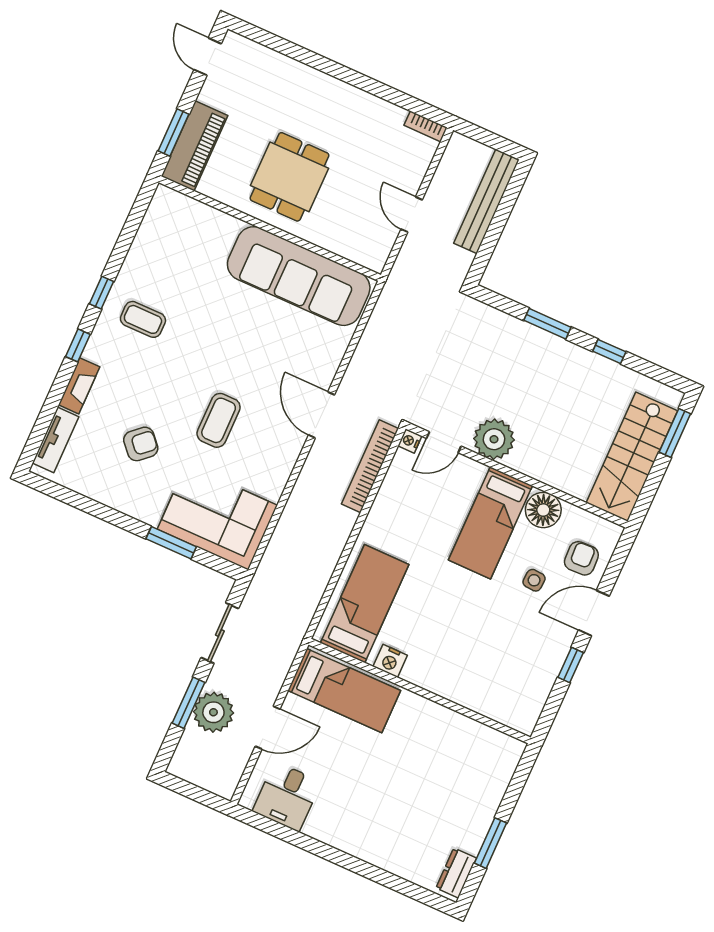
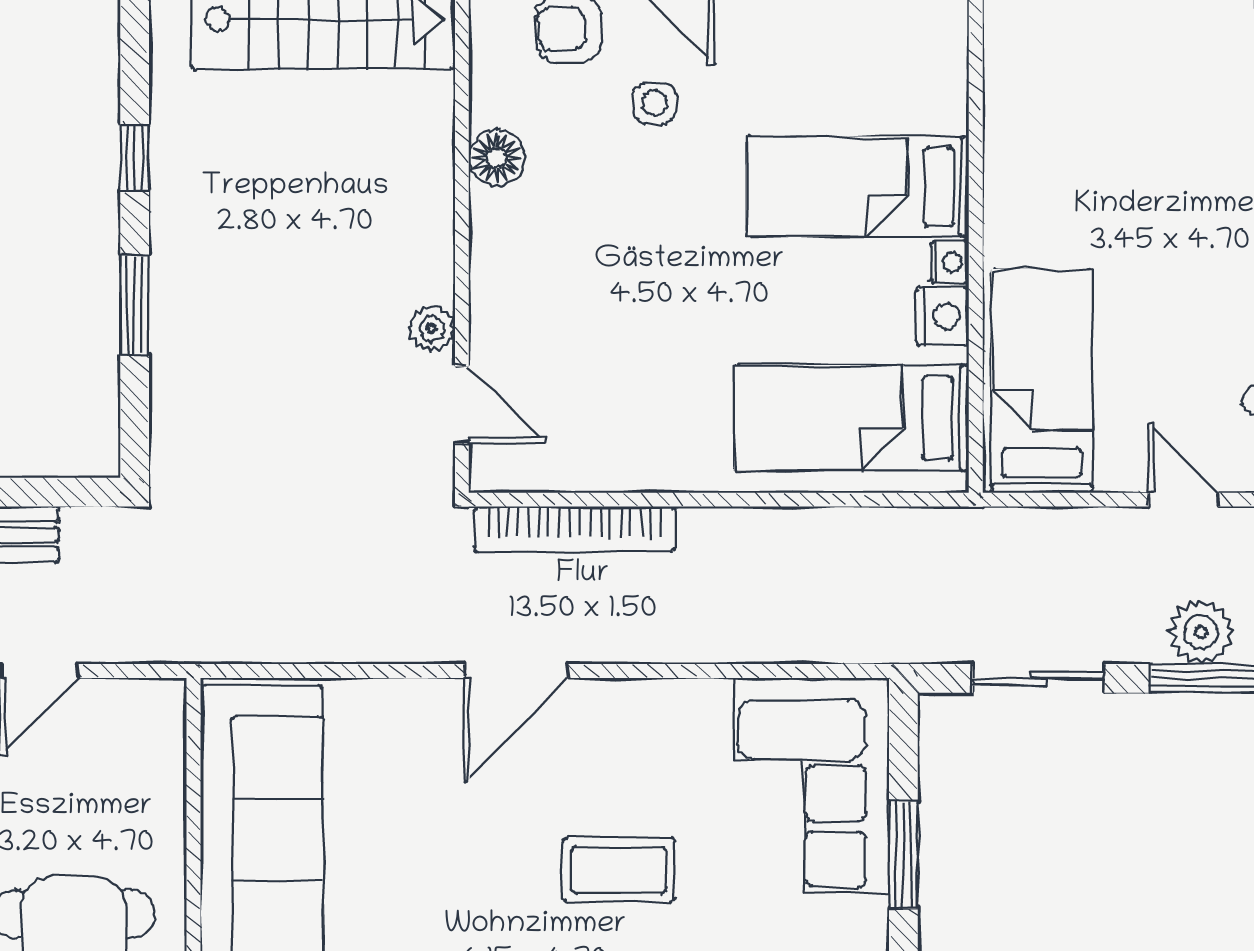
plant: (494, 439) -> (432, 328), width x0.53, depth x0.53
nightstand: (410, 441) -> (949, 262), moved, turned -90
floor lamp: (543, 510) -> (497, 158), width x0.73, depth x0.73
bed: (490, 523) -> (858, 187), moved, turned 180
plant: (213, 712) -> (1201, 632), width x0.73, depth x0.73
door: (268, 728) -> (1183, 500), width x0.73

